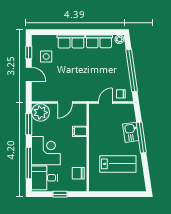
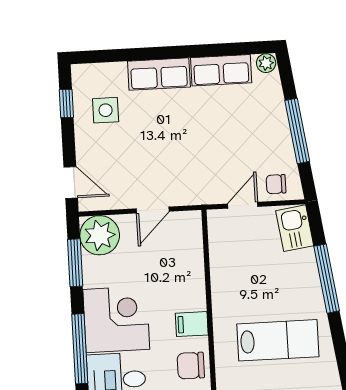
window: (132, 70) -> (297, 131), width x0.68
door: (29, 74) -> (71, 182), moved
filing cabinet: (80, 131) -> (192, 324), moved
kitchen sink: (131, 132) -> (295, 228), moved

